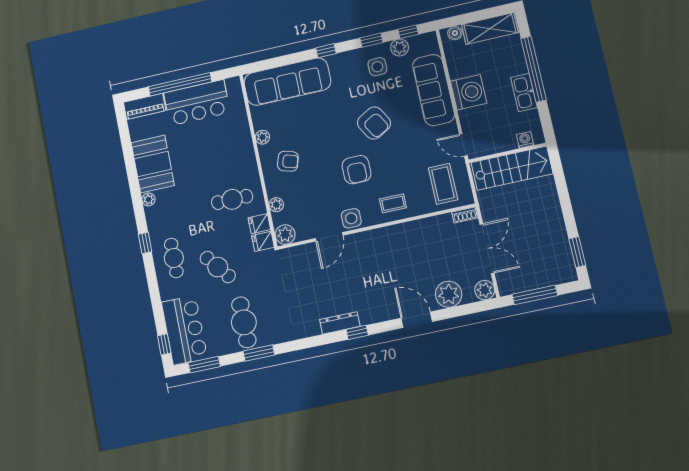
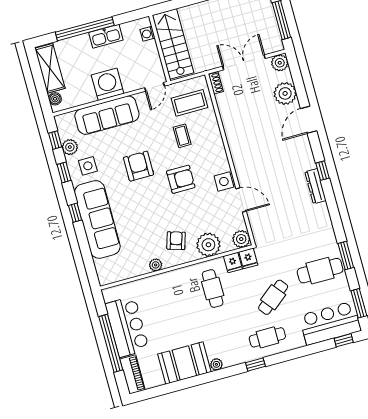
sofa: (287, 82) -> (97, 219), moved
armchair: (374, 123) -> (139, 166), turned -60
coffee table: (393, 203) -> (182, 136), moved
plant: (276, 205) -> (208, 245), width x1.87, depth x1.87

